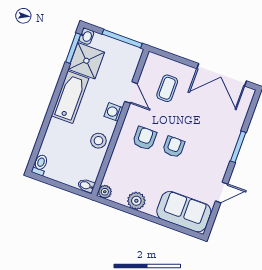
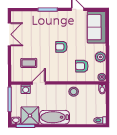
double door: (222, 75) -> (9, 34), width x0.73
washing machine: (113, 112) -> (26, 89), moved
armchair: (145, 138) -> (82, 66), moved

